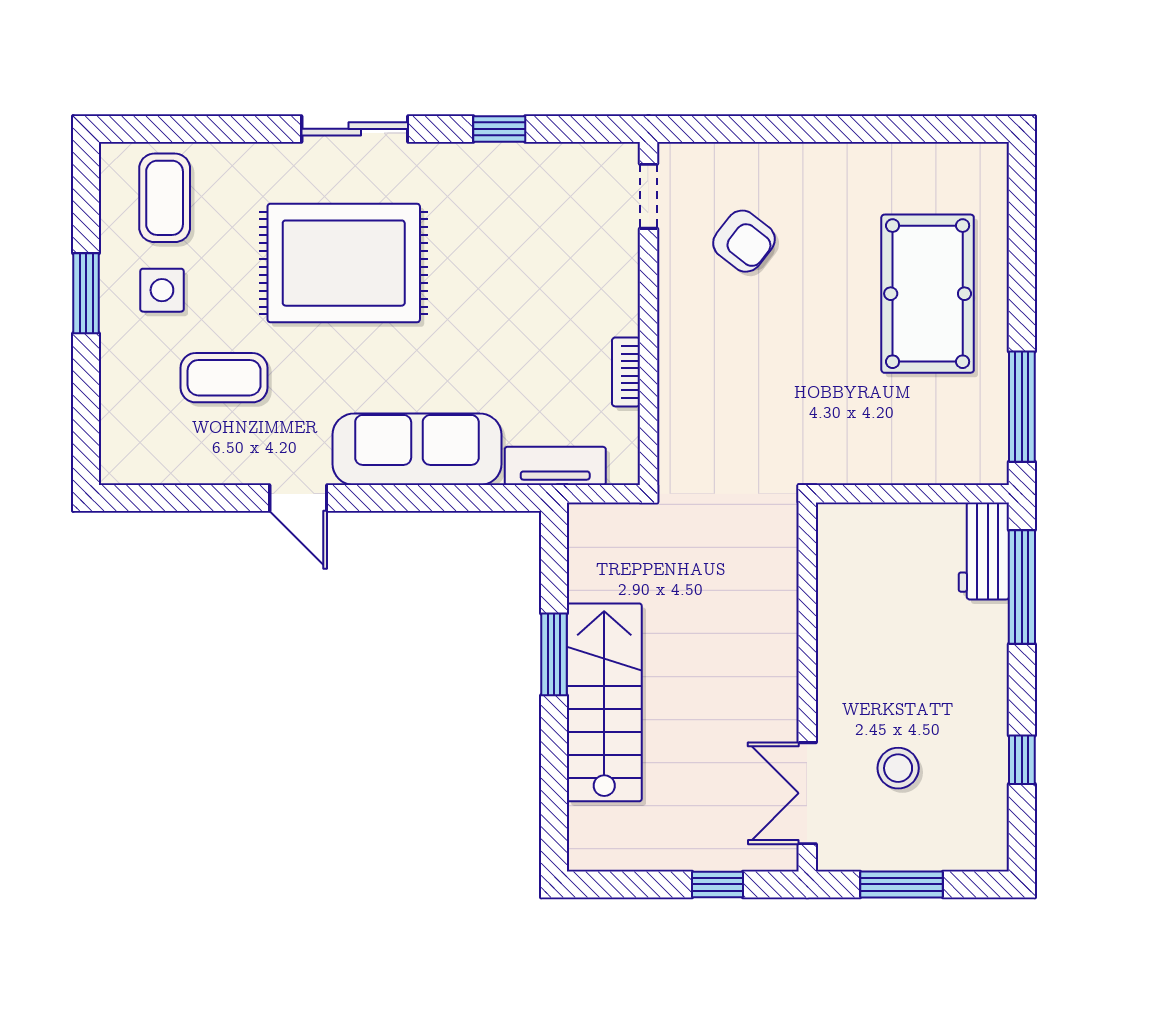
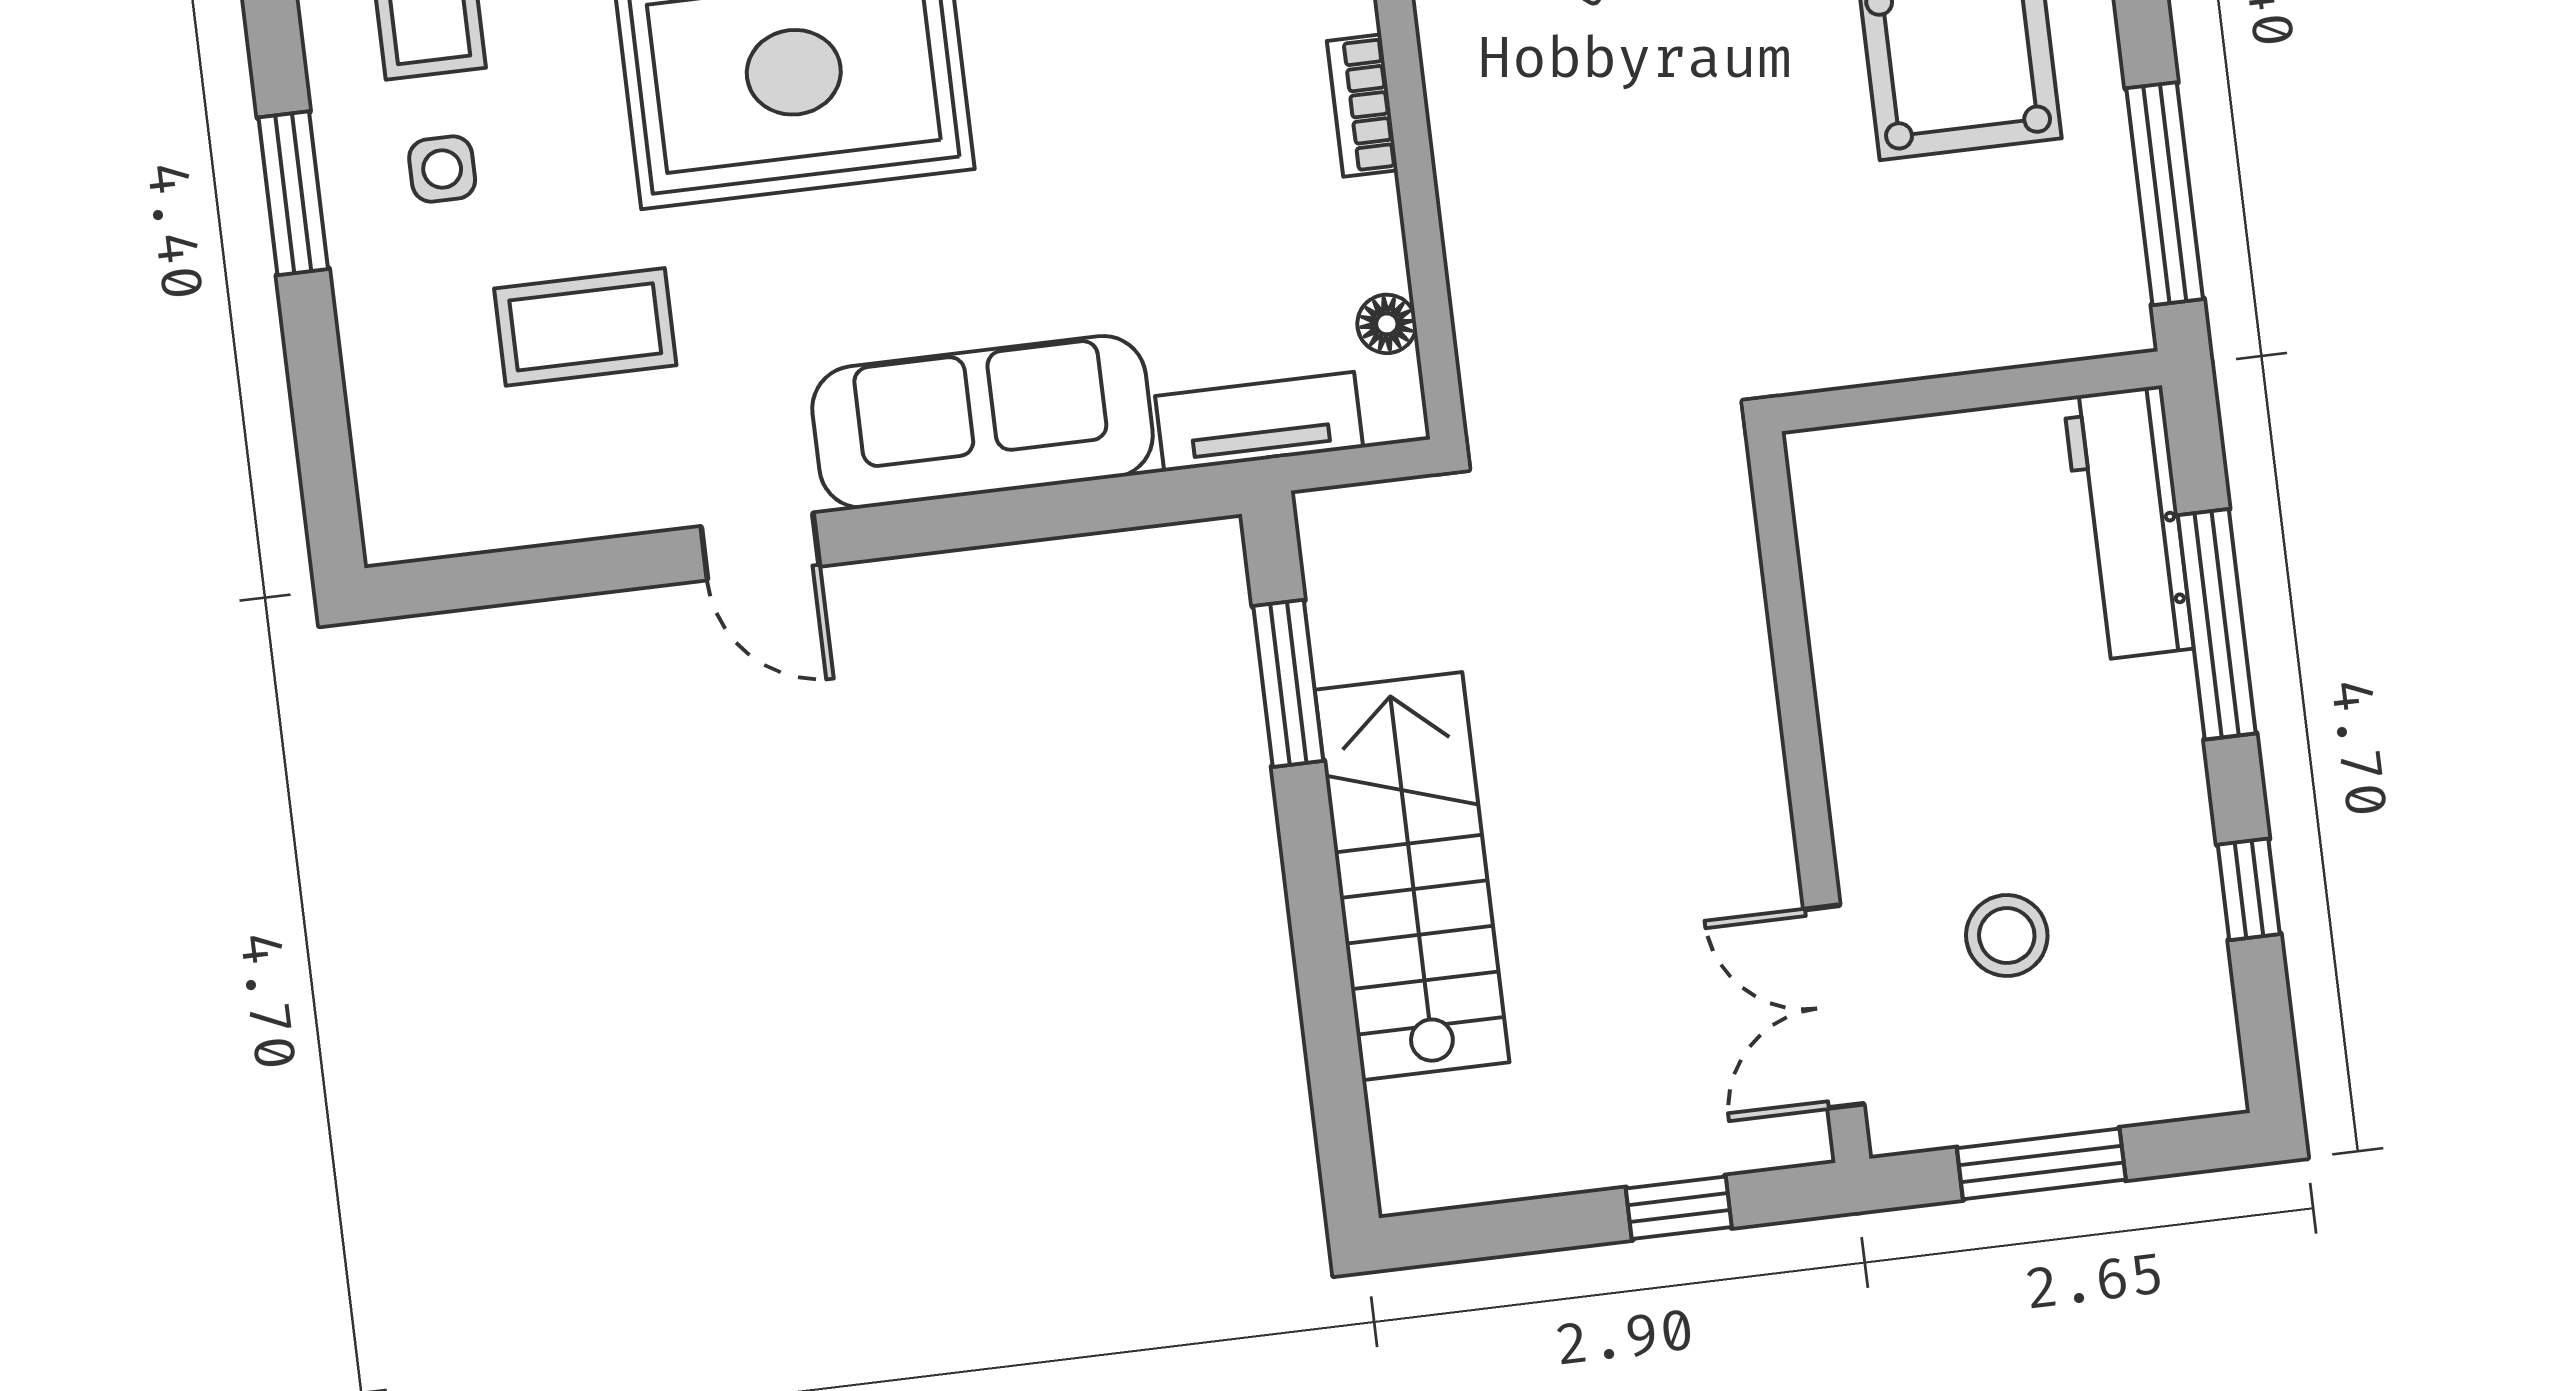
side table: (162, 290) -> (442, 169), width x0.73, depth x0.73
bookcase: (626, 372) -> (1362, 106), moved
floor lamp: (625, 425) -> (1387, 324), added
workbench: (984, 551) -> (2129, 523), width x1.38
window: (1022, 587) -> (2217, 624), moved
window: (554, 654) -> (1288, 683), moved

